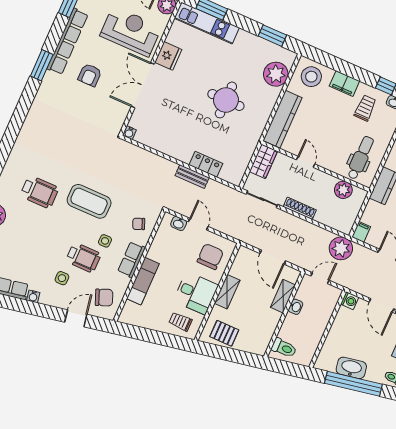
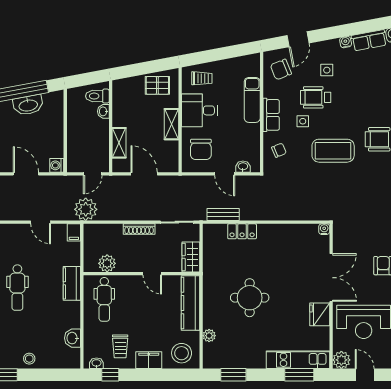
plant: (276, 74) -> (209, 336), width x0.53, depth x0.53
bench: (192, 177) -> (223, 215), moved
washbasin: (296, 307) -> (103, 111), moved

